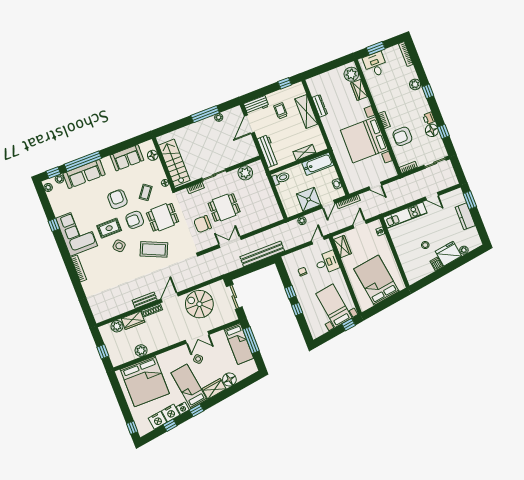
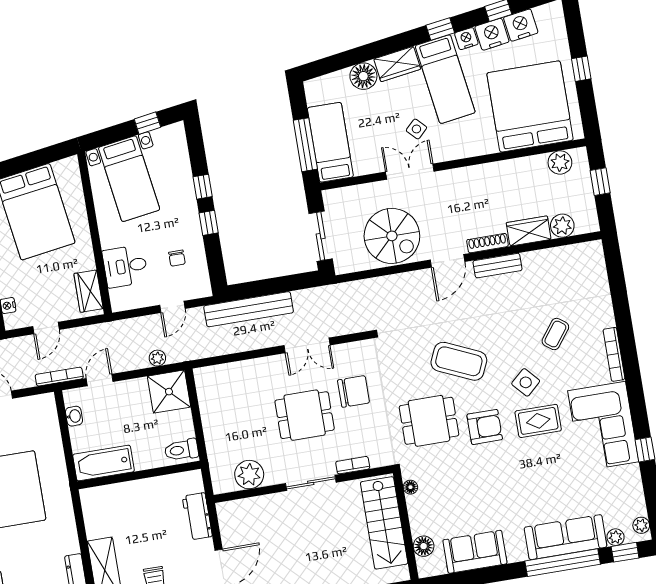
workbench: (268, 151) -> (197, 516), width x0.73
shelving: (304, 152) -> (125, 491), removed
coffee table: (146, 192) -> (555, 334), moved
armchair: (117, 199) -> (510, 474), removed
shower: (309, 199) -> (169, 392), moved
door: (318, 240) -> (172, 307), moved
window: (349, 325) -> (147, 123), moved
plant: (141, 351) -> (560, 162), moved
window: (132, 428) -> (581, 69), moved

